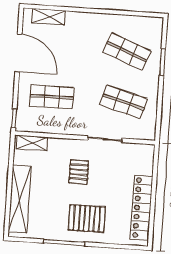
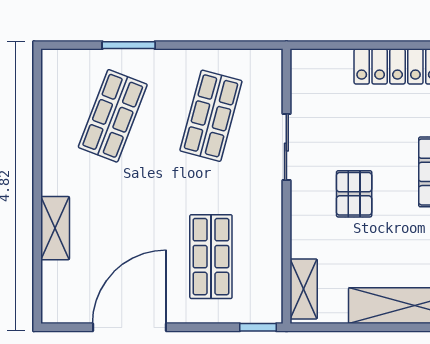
shelving: (49, 17) -> (55, 228), moved
pallet: (79, 172) -> (354, 194), turned 90

